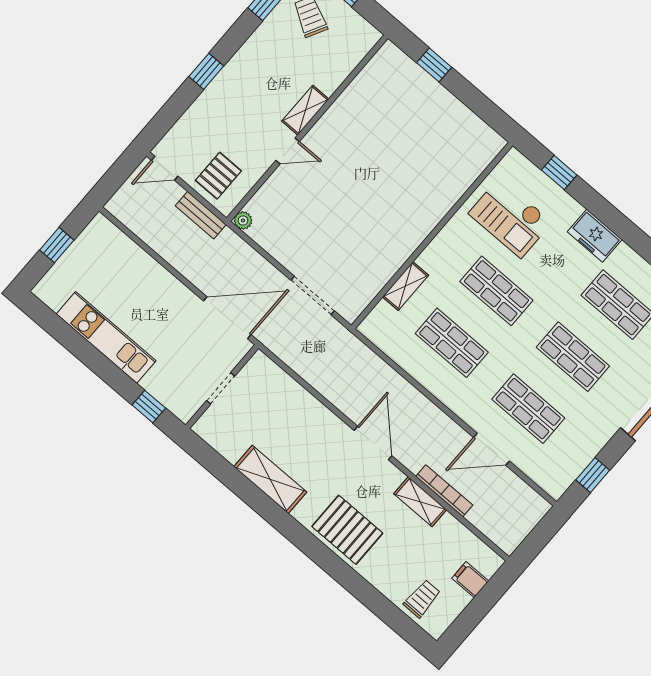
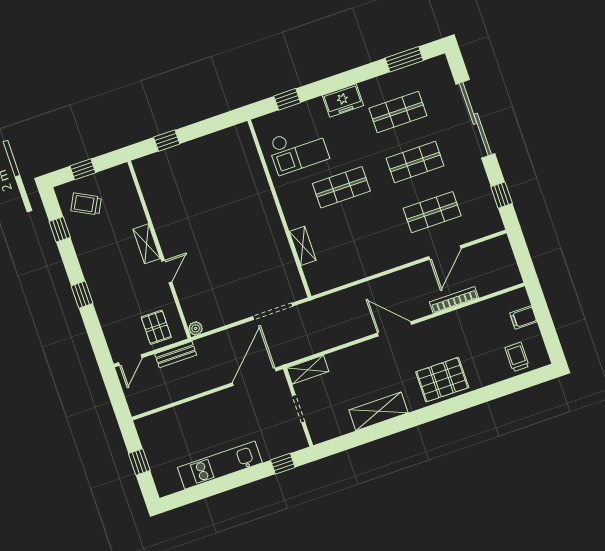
shop shelf: (452, 343) -> (358, 237), removed
shelving: (420, 502) -> (308, 370), moved

